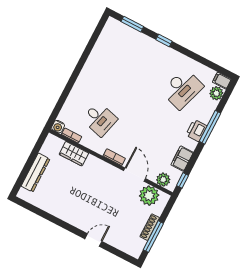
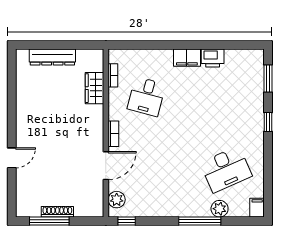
desk: (182, 89) -> (226, 169), turned -42
plant: (216, 93) -> (220, 209), moved
water cooler: (58, 127) -> (115, 56), removed
printer: (196, 130) -> (213, 58), moved, turned 180
filing cabinet: (182, 159) -> (187, 58), moved, turned 180
plant: (149, 196) -> (91, 193), removed
door: (93, 240) -> (12, 158), hinge flipped

